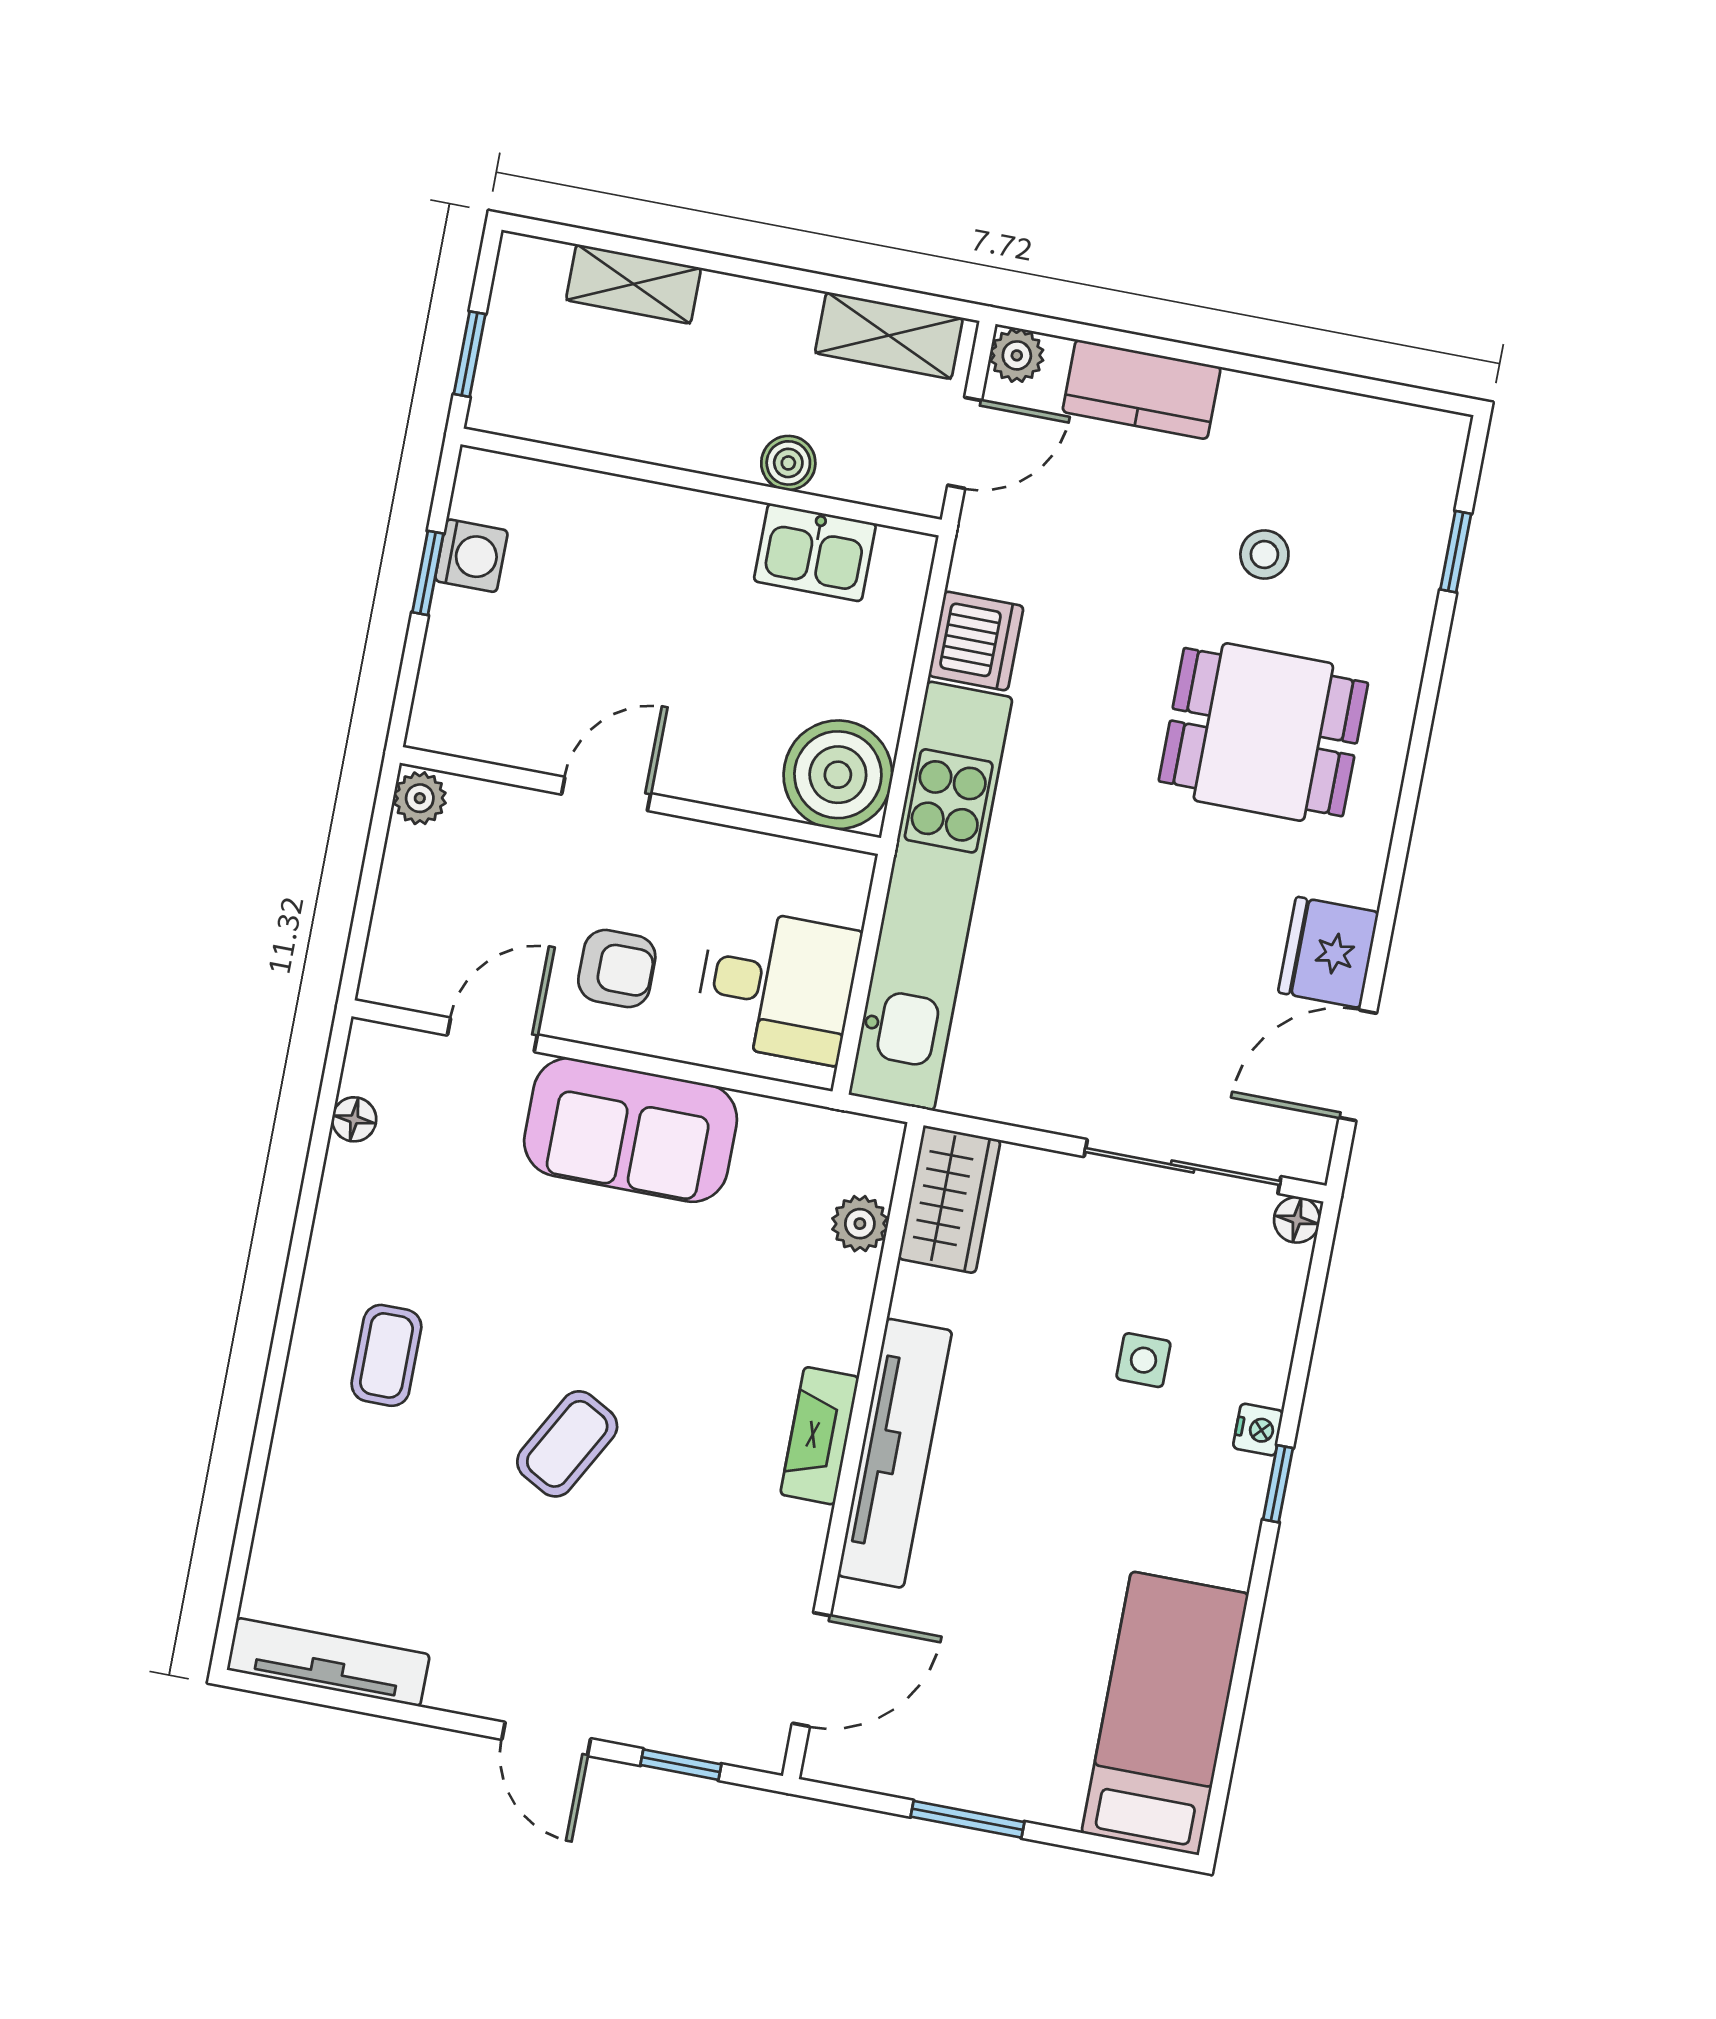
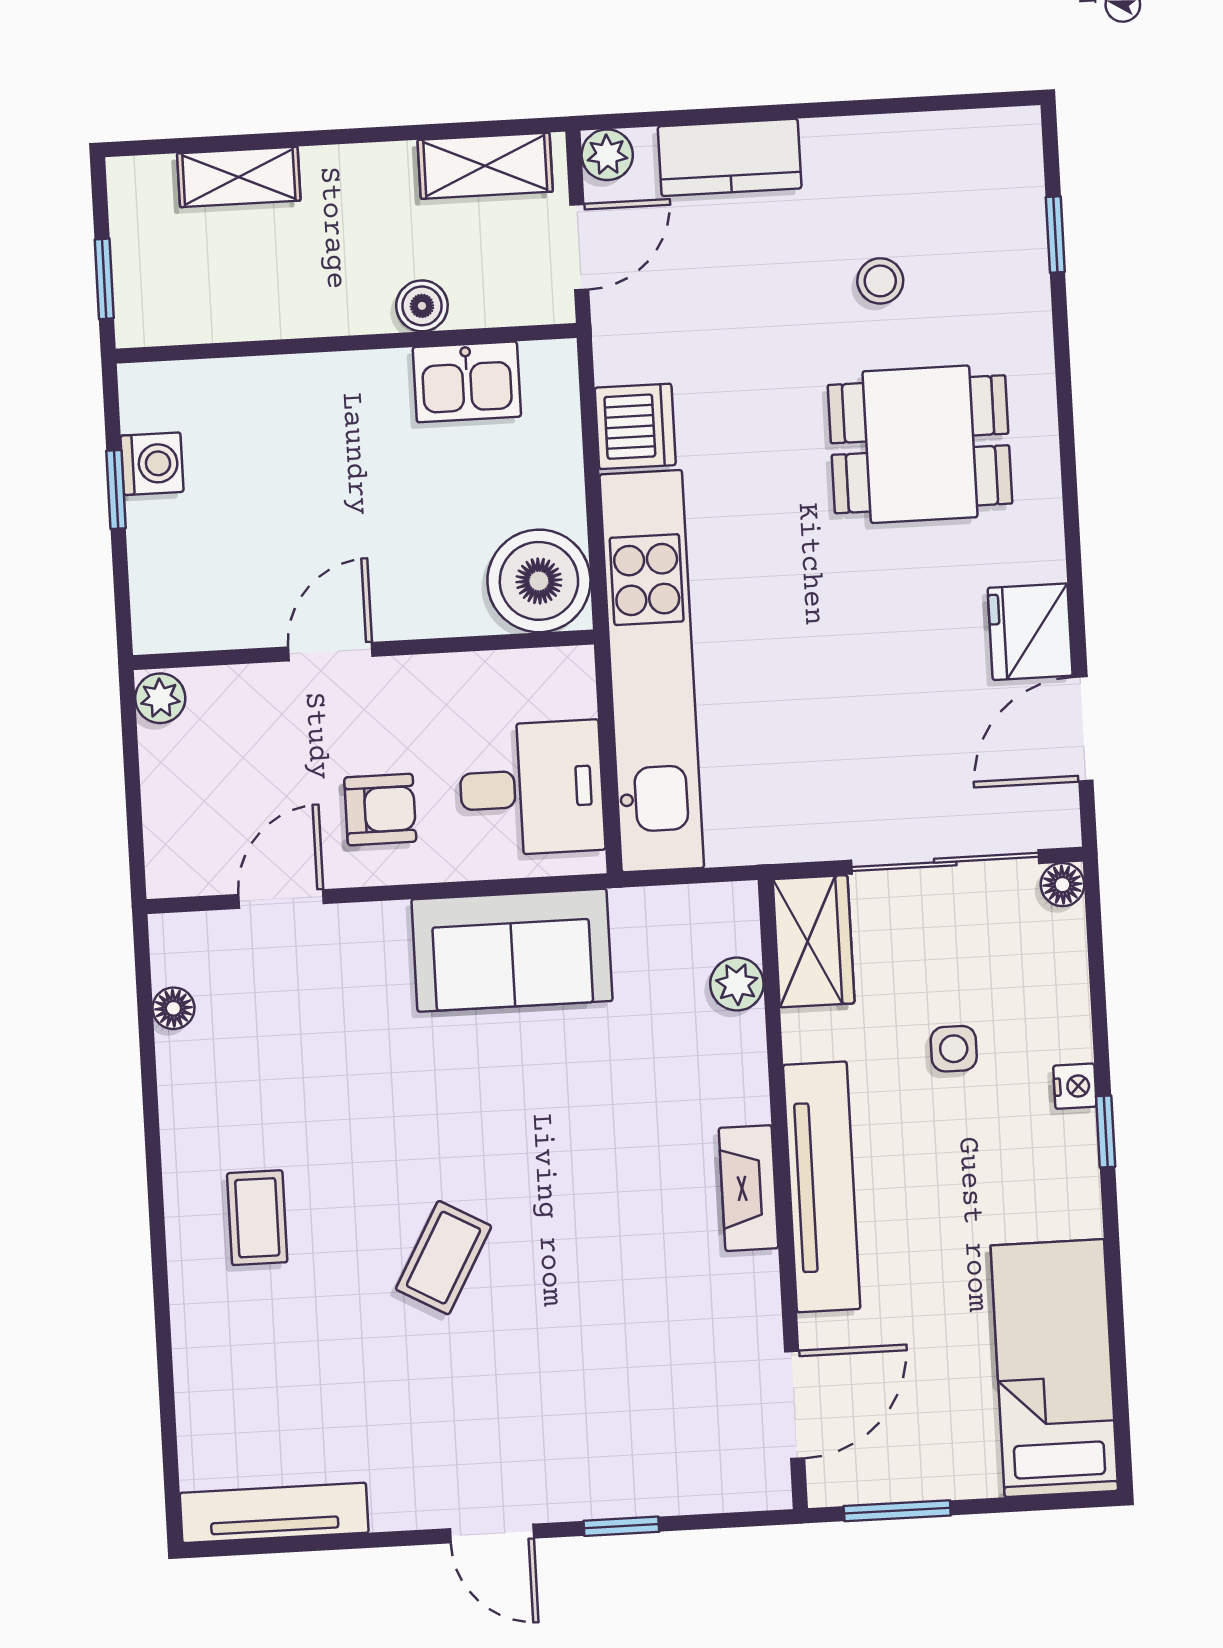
sofa: (631, 1130) -> (512, 950), moved
wardrobe: (949, 1199) -> (814, 941), moved
plant: (860, 1224) -> (737, 984), moved
fireplace: (820, 1436) -> (749, 1188), moved
wall: (853, 1451) -> (783, 1194), moved
tv unit: (895, 1453) -> (822, 1187), moved
door: (811, 1670) -> (795, 1405), moved

